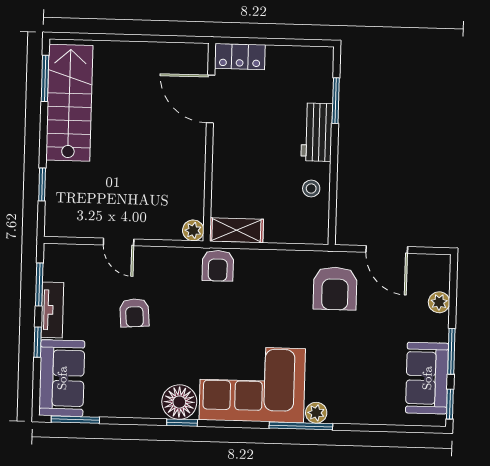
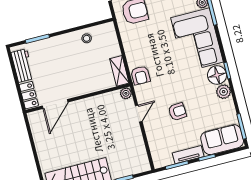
workbench: (317, 132) -> (22, 66), moved, turned -90
door: (119, 242) -> (139, 114), moved
armchair: (218, 266) -> (141, 75), turned 90
plant: (146, 405) -> (224, 92), added

